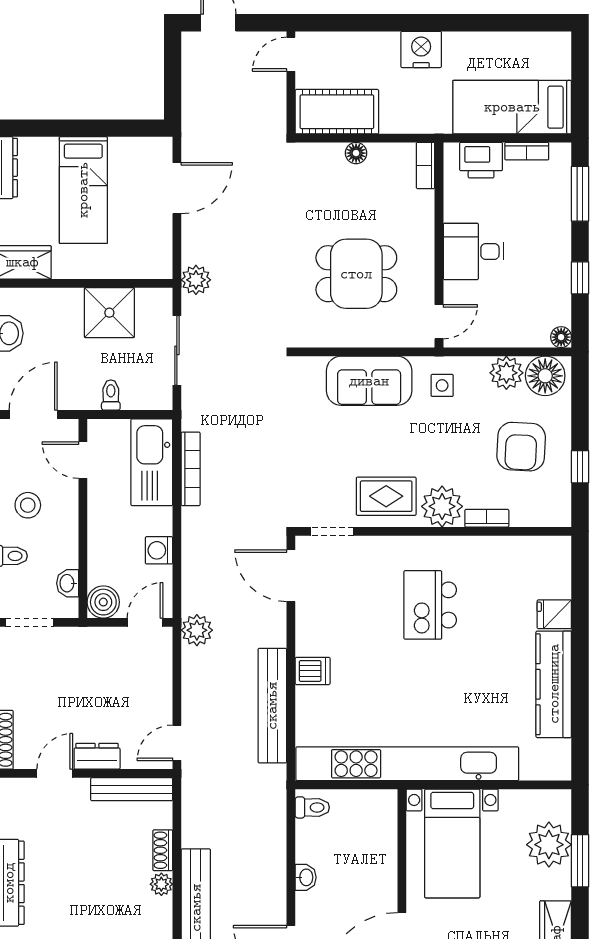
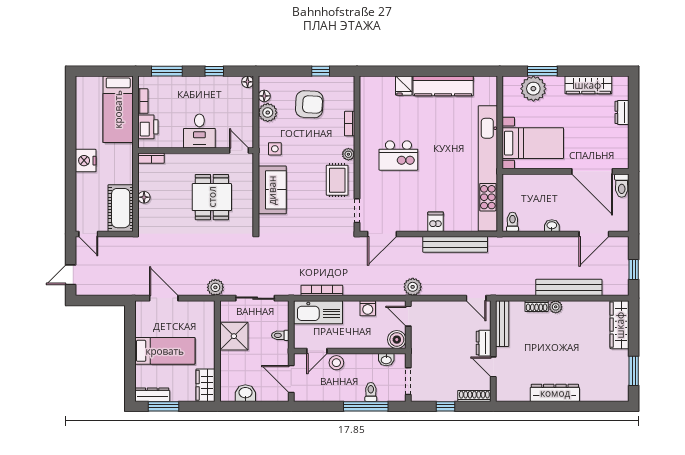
floor lamp: (545, 376) -> (264, 96), width x0.53, depth x0.53
stool: (28, 505) -> (336, 363), moved
plant: (442, 506) -> (348, 154), width x0.53, depth x0.53

